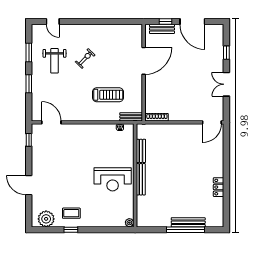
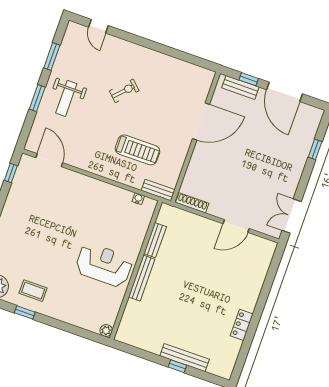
weight bench: (55, 61) -> (66, 98), moved
double door: (226, 84) -> (292, 216), moved
door: (212, 122) -> (236, 226), moved
reception desk: (113, 179) -> (104, 265), turned 180
window: (185, 230) -> (177, 366), width x0.32

